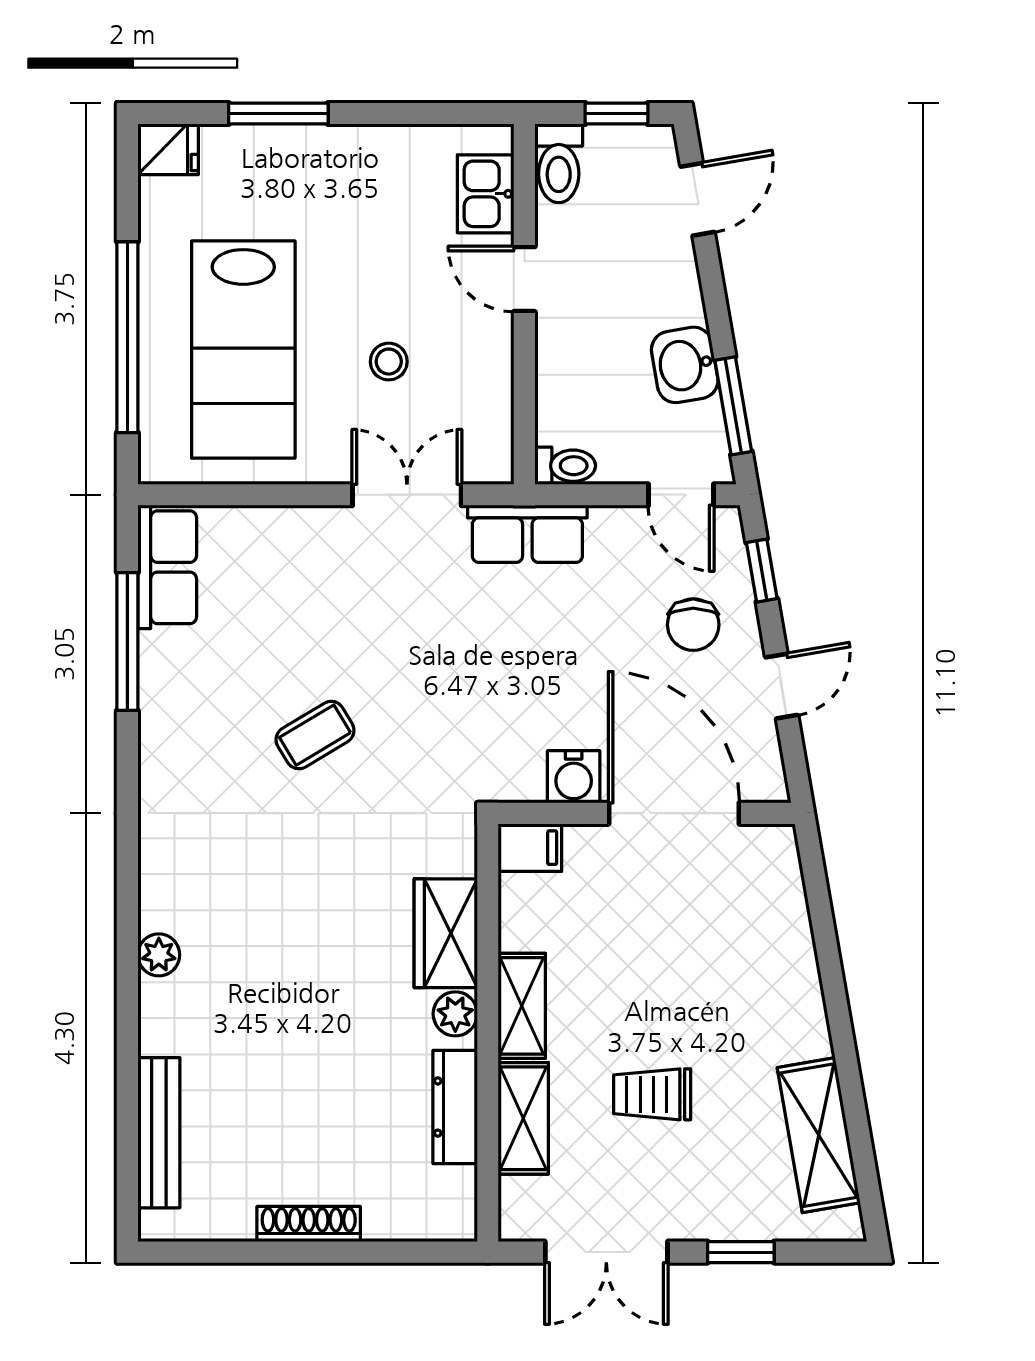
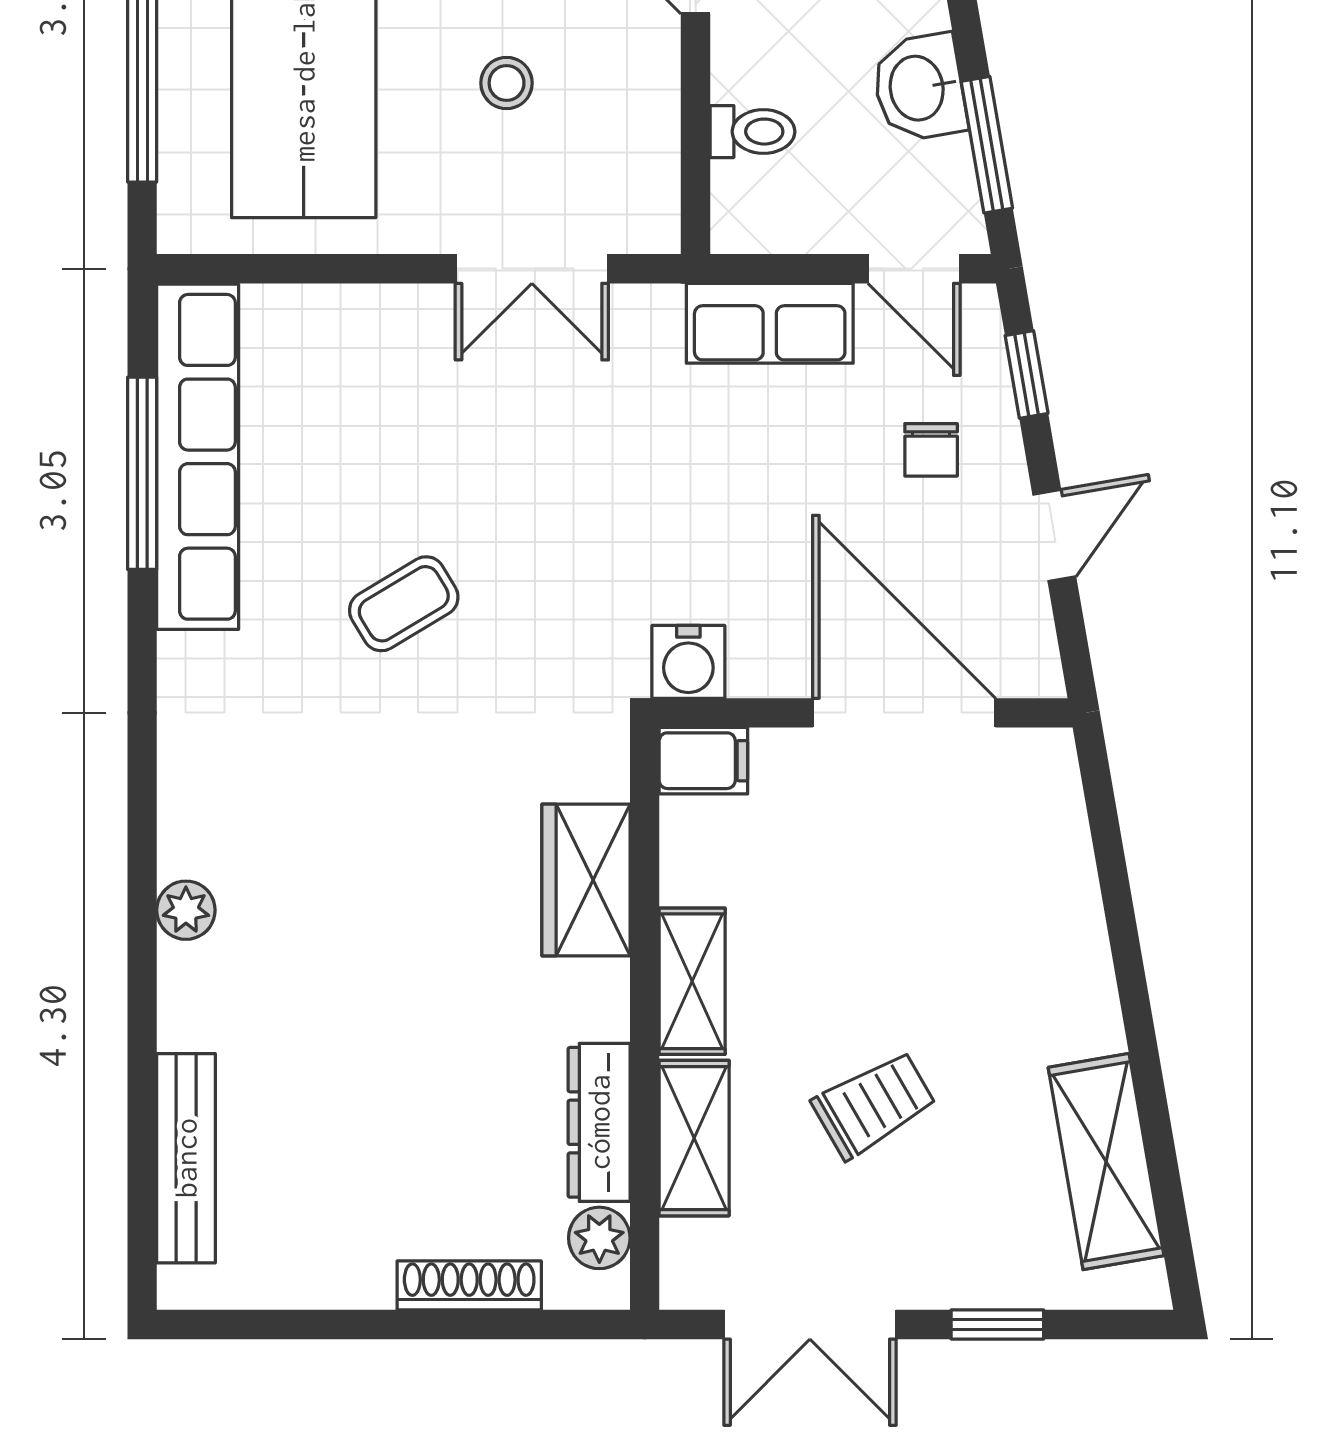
toilet: (565, 466) -> (752, 132), moved
double door: (407, 495) -> (532, 269), swing flipped
row of seats: (527, 534) -> (770, 323), moved
row of seats: (167, 567) -> (198, 457), width x2.02
chair: (693, 625) -> (931, 450), width x0.73, depth x0.73
water cooler: (574, 777) -> (688, 662), moved
plant: (455, 1014) -> (599, 1238), moved
trolley: (652, 1094) -> (874, 1105), turned 150
shoe rack: (309, 1224) -> (469, 1285), moved

